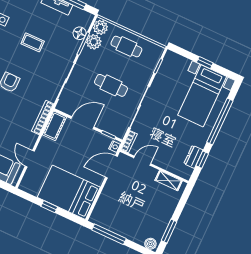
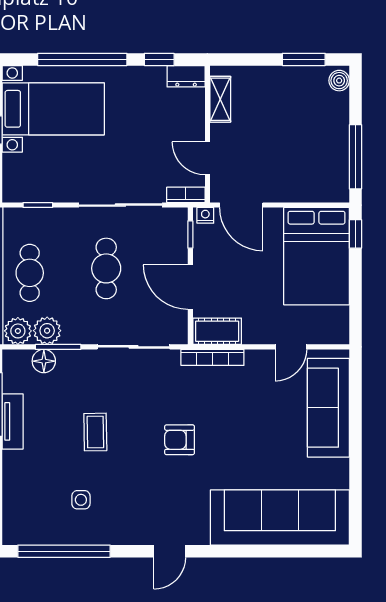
dresser: (193, 157) -> (186, 76), moved
window: (49, 207) -> (355, 234), moved

